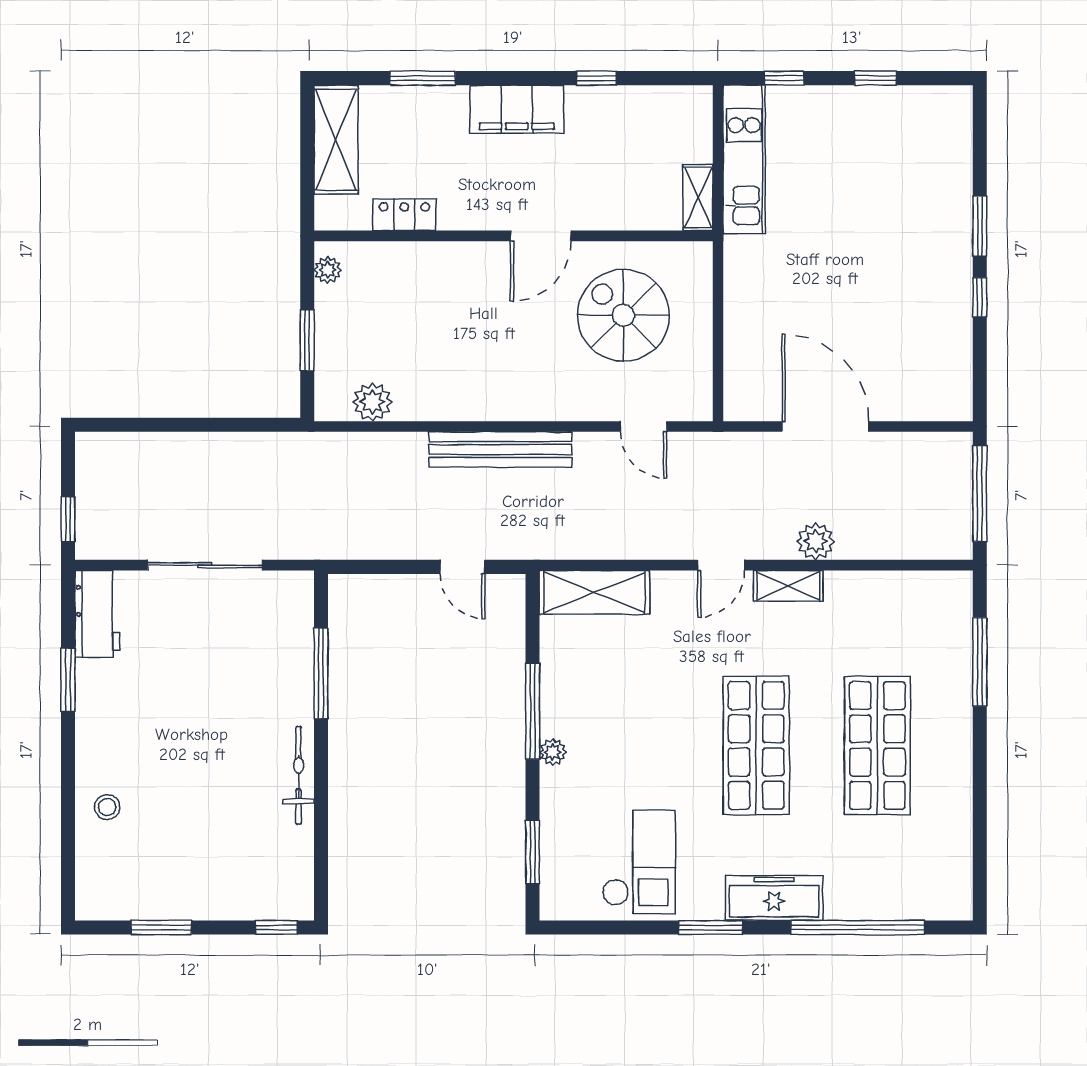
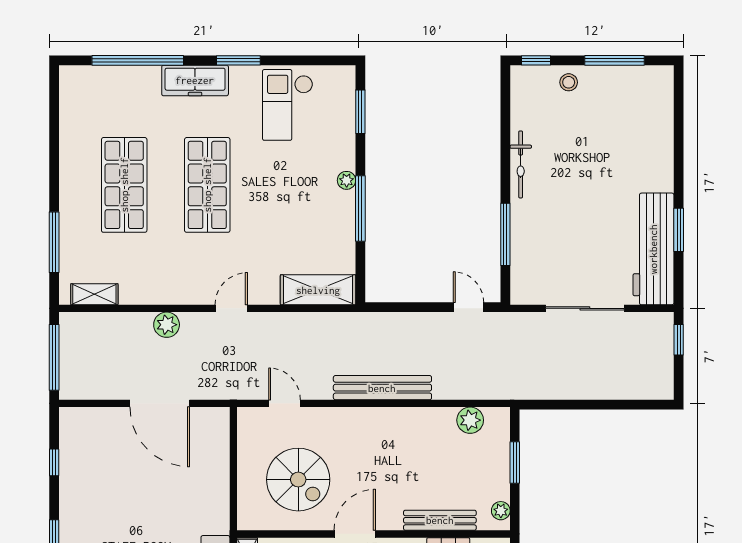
bench: (417, 256) -> (440, 520), added
window: (980, 297) -> (54, 462), moved
door: (462, 567) -> (468, 307), moved
shelving: (788, 586) -> (94, 294), moved
workbench: (97, 614) -> (653, 249), width x1.88, depth x1.32
stool: (107, 807) -> (569, 82), moved
window: (162, 927) -> (615, 60), width x1.44

